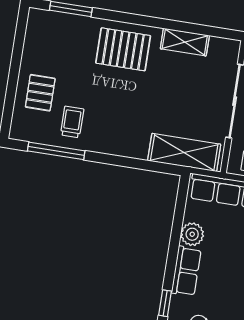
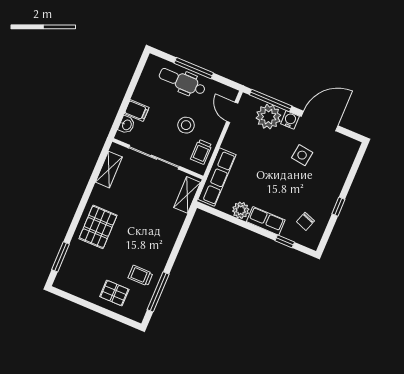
shelving: (185, 42) -> (109, 170), moved
shelving: (184, 153) -> (187, 195), width x0.67, depth x0.75

